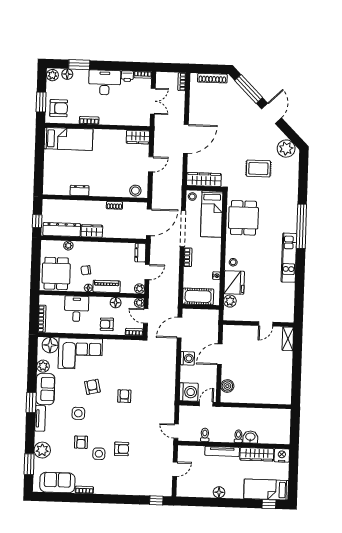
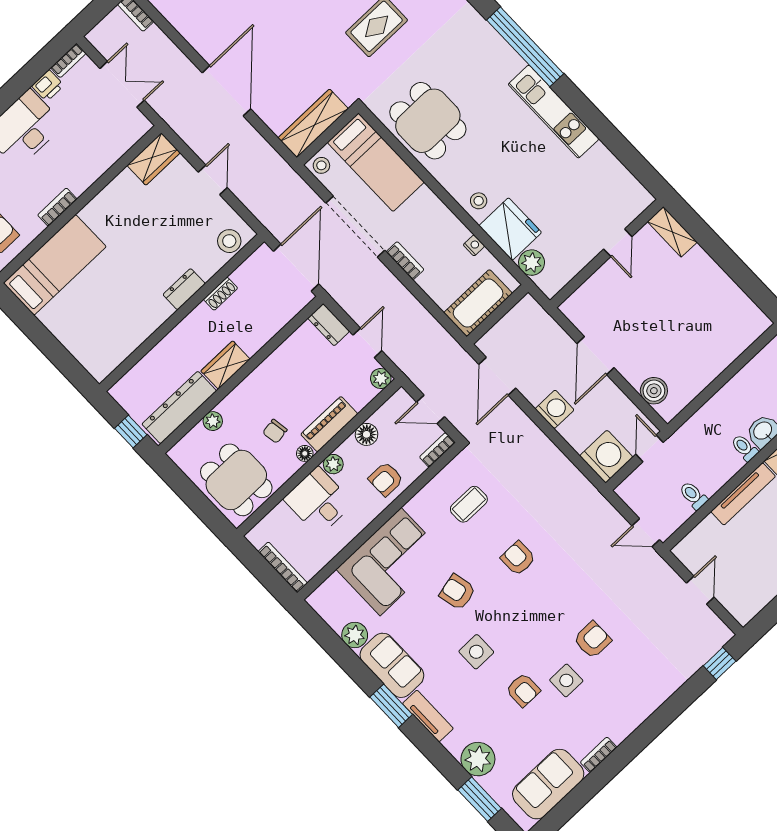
dresser: (80, 191) -> (184, 289), moved
plant: (139, 303) -> (333, 464), moved
floor lamp: (50, 345) -> (334, 594), removed
coffee table: (126, 361) -> (469, 504), added

